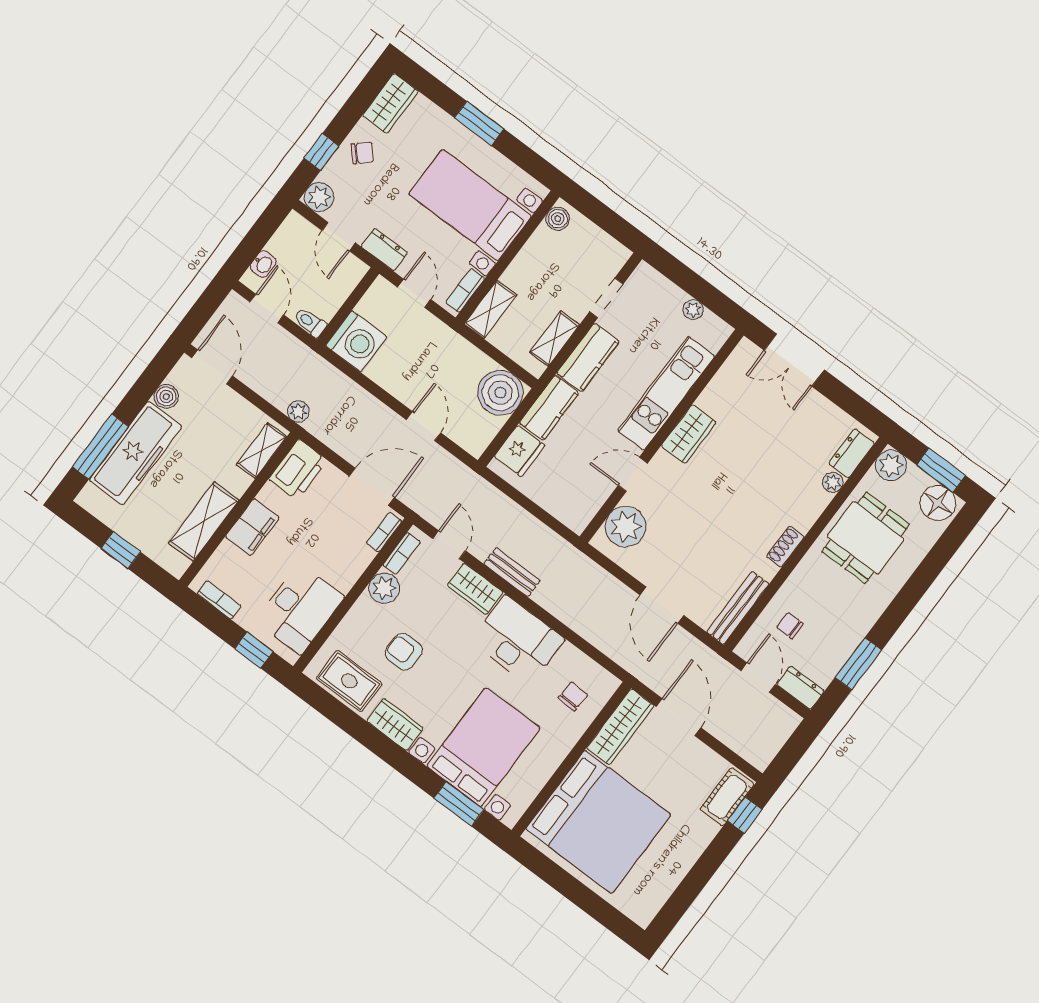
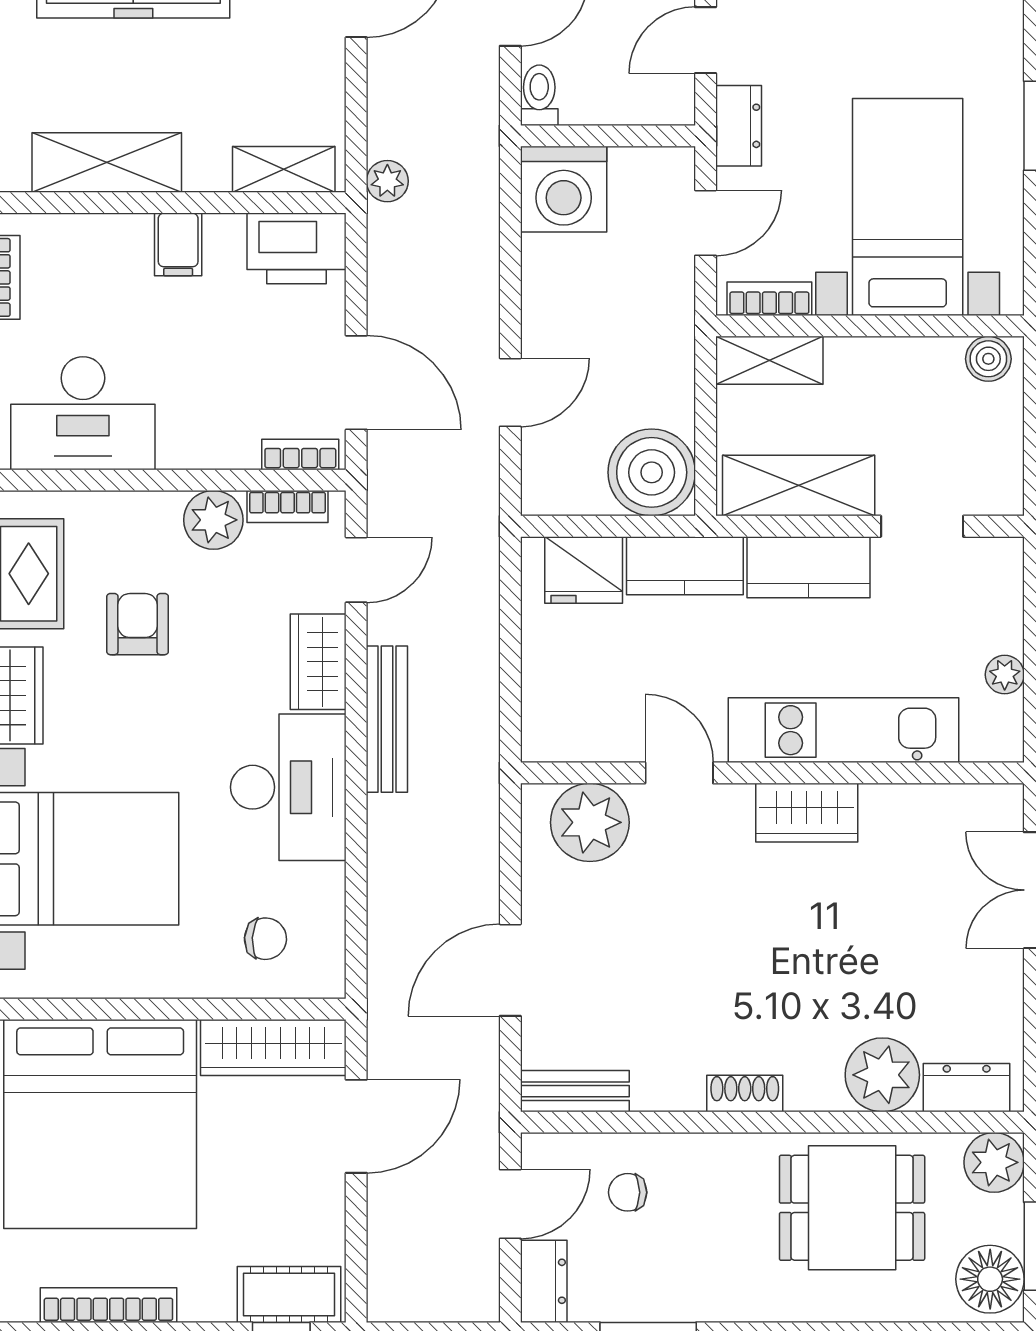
shelving: (554, 339) -> (799, 486), width x1.50, depth x1.33
plant: (833, 482) -> (882, 1075), width x1.88, depth x1.88
filing cabinet: (252, 527) -> (178, 244), width x0.50
bench: (512, 572) -> (387, 719), width x1.36
bench: (738, 608) -> (575, 1091), width x0.73
chair: (790, 626) -> (628, 1192), turned -90
bookcase: (676, 875) -> (108, 1305), added

